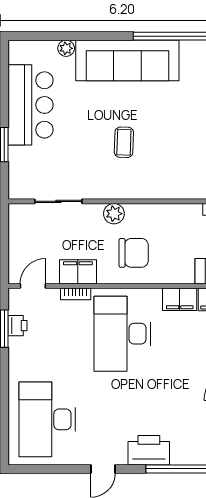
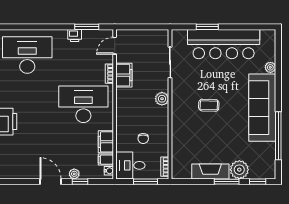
bar counter: (31, 105) -> (224, 44), width x1.36
chair: (134, 253) -> (143, 138), moved, width x0.54, depth x0.54
door: (33, 286) -> (115, 46), swing flipped
printer: (18, 326) -> (75, 36), moved

